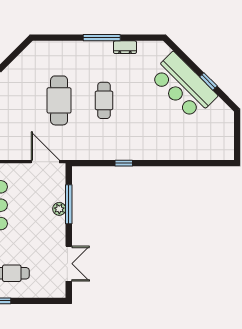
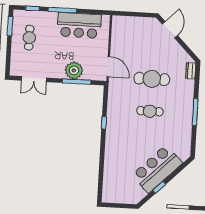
dresser: (125, 47) -> (191, 71), moved
door: (45, 162) -> (108, 66), hinge flipped
plant: (59, 209) -> (74, 70), width x1.88, depth x1.88

